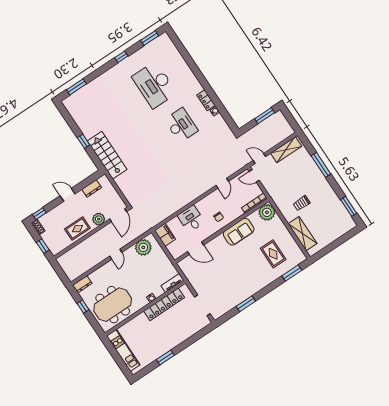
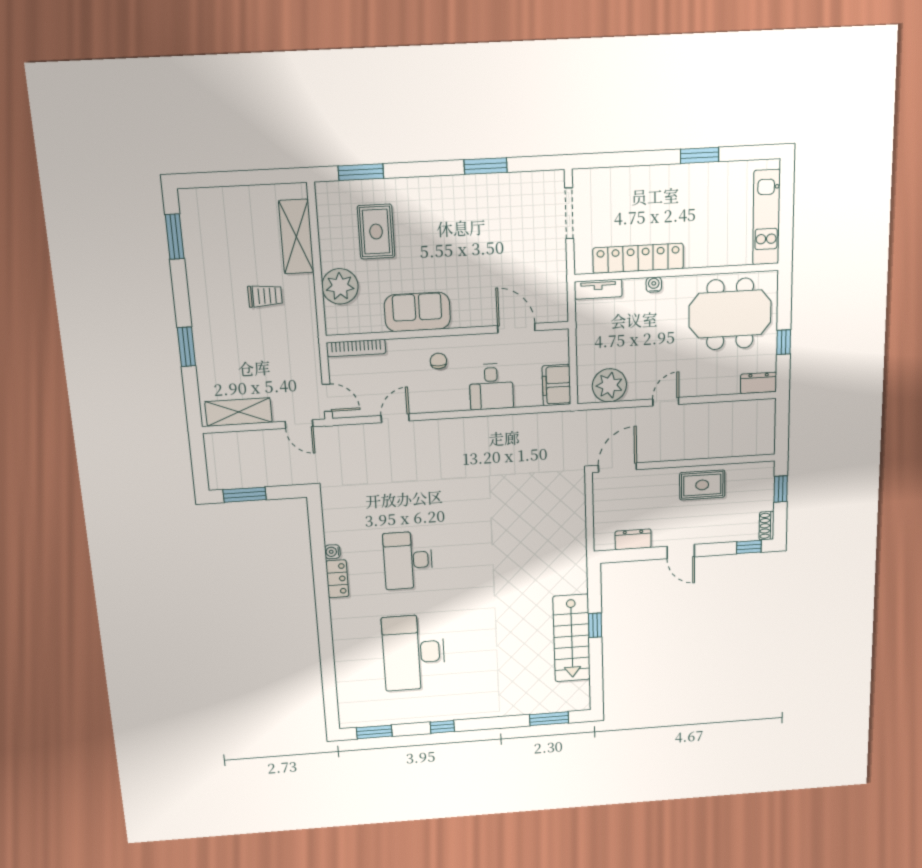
desk: (154, 85) -> (414, 653), turned 180
stairs: (107, 155) -> (572, 638), moved
window: (321, 165) -> (186, 347), width x0.69
plant: (267, 212) -> (340, 286), moved
plant: (99, 219) -> (655, 480), removed

